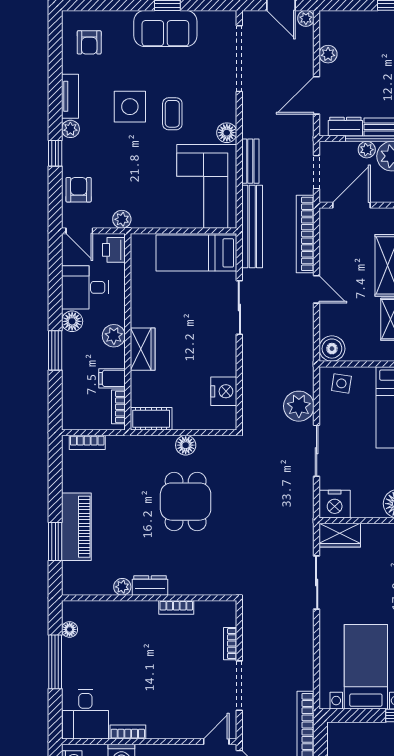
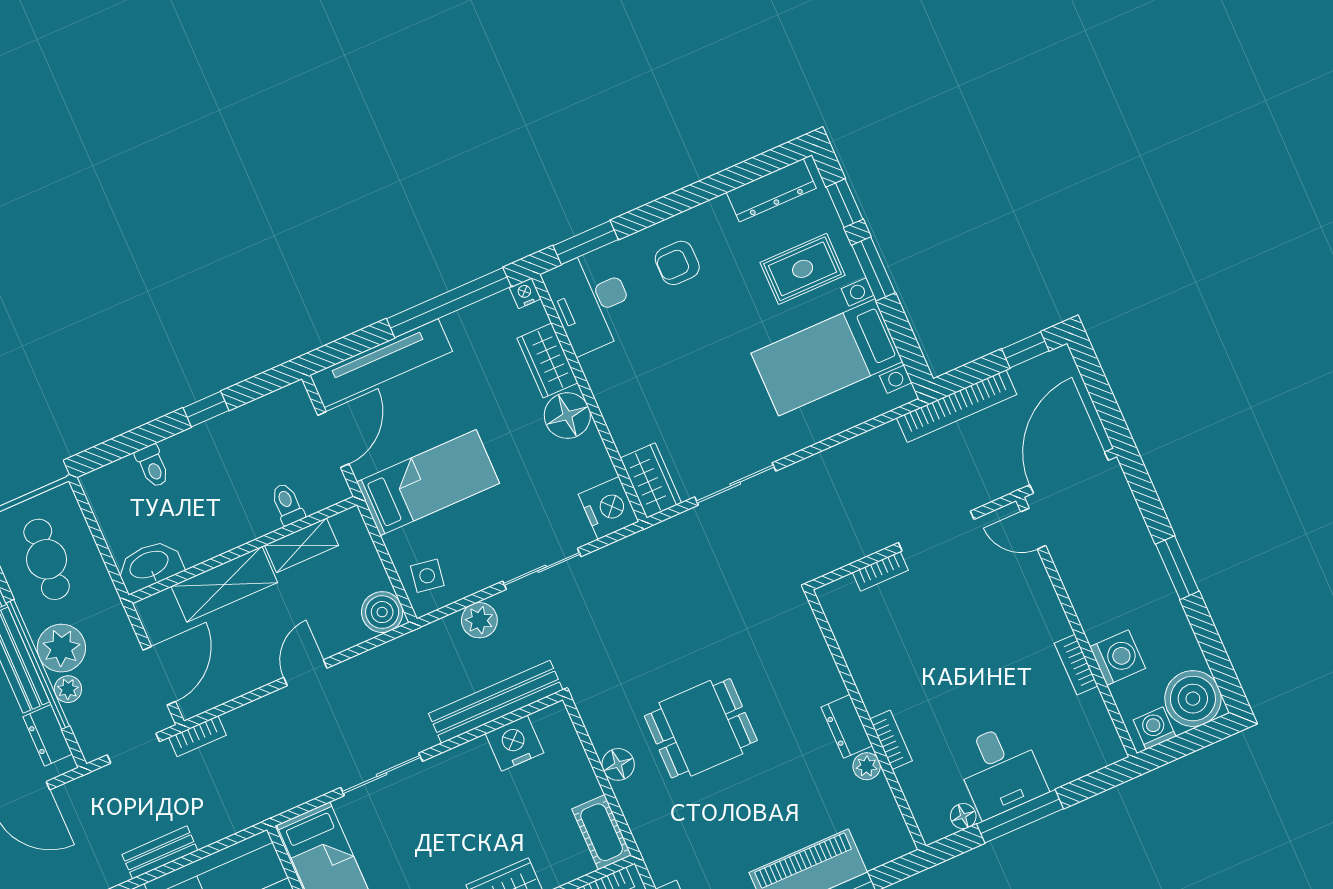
door: (351, 205) -> (159, 676), swing flipped
bench: (252, 226) -> (496, 702), moved
bookcase: (305, 234) -> (198, 736), width x0.43, depth x0.76
plant: (299, 406) -> (479, 620), width x0.73, depth x0.73
bookcase: (176, 607) -> (891, 740), moved
desk: (85, 714) -> (1000, 770), moved, turned 90

